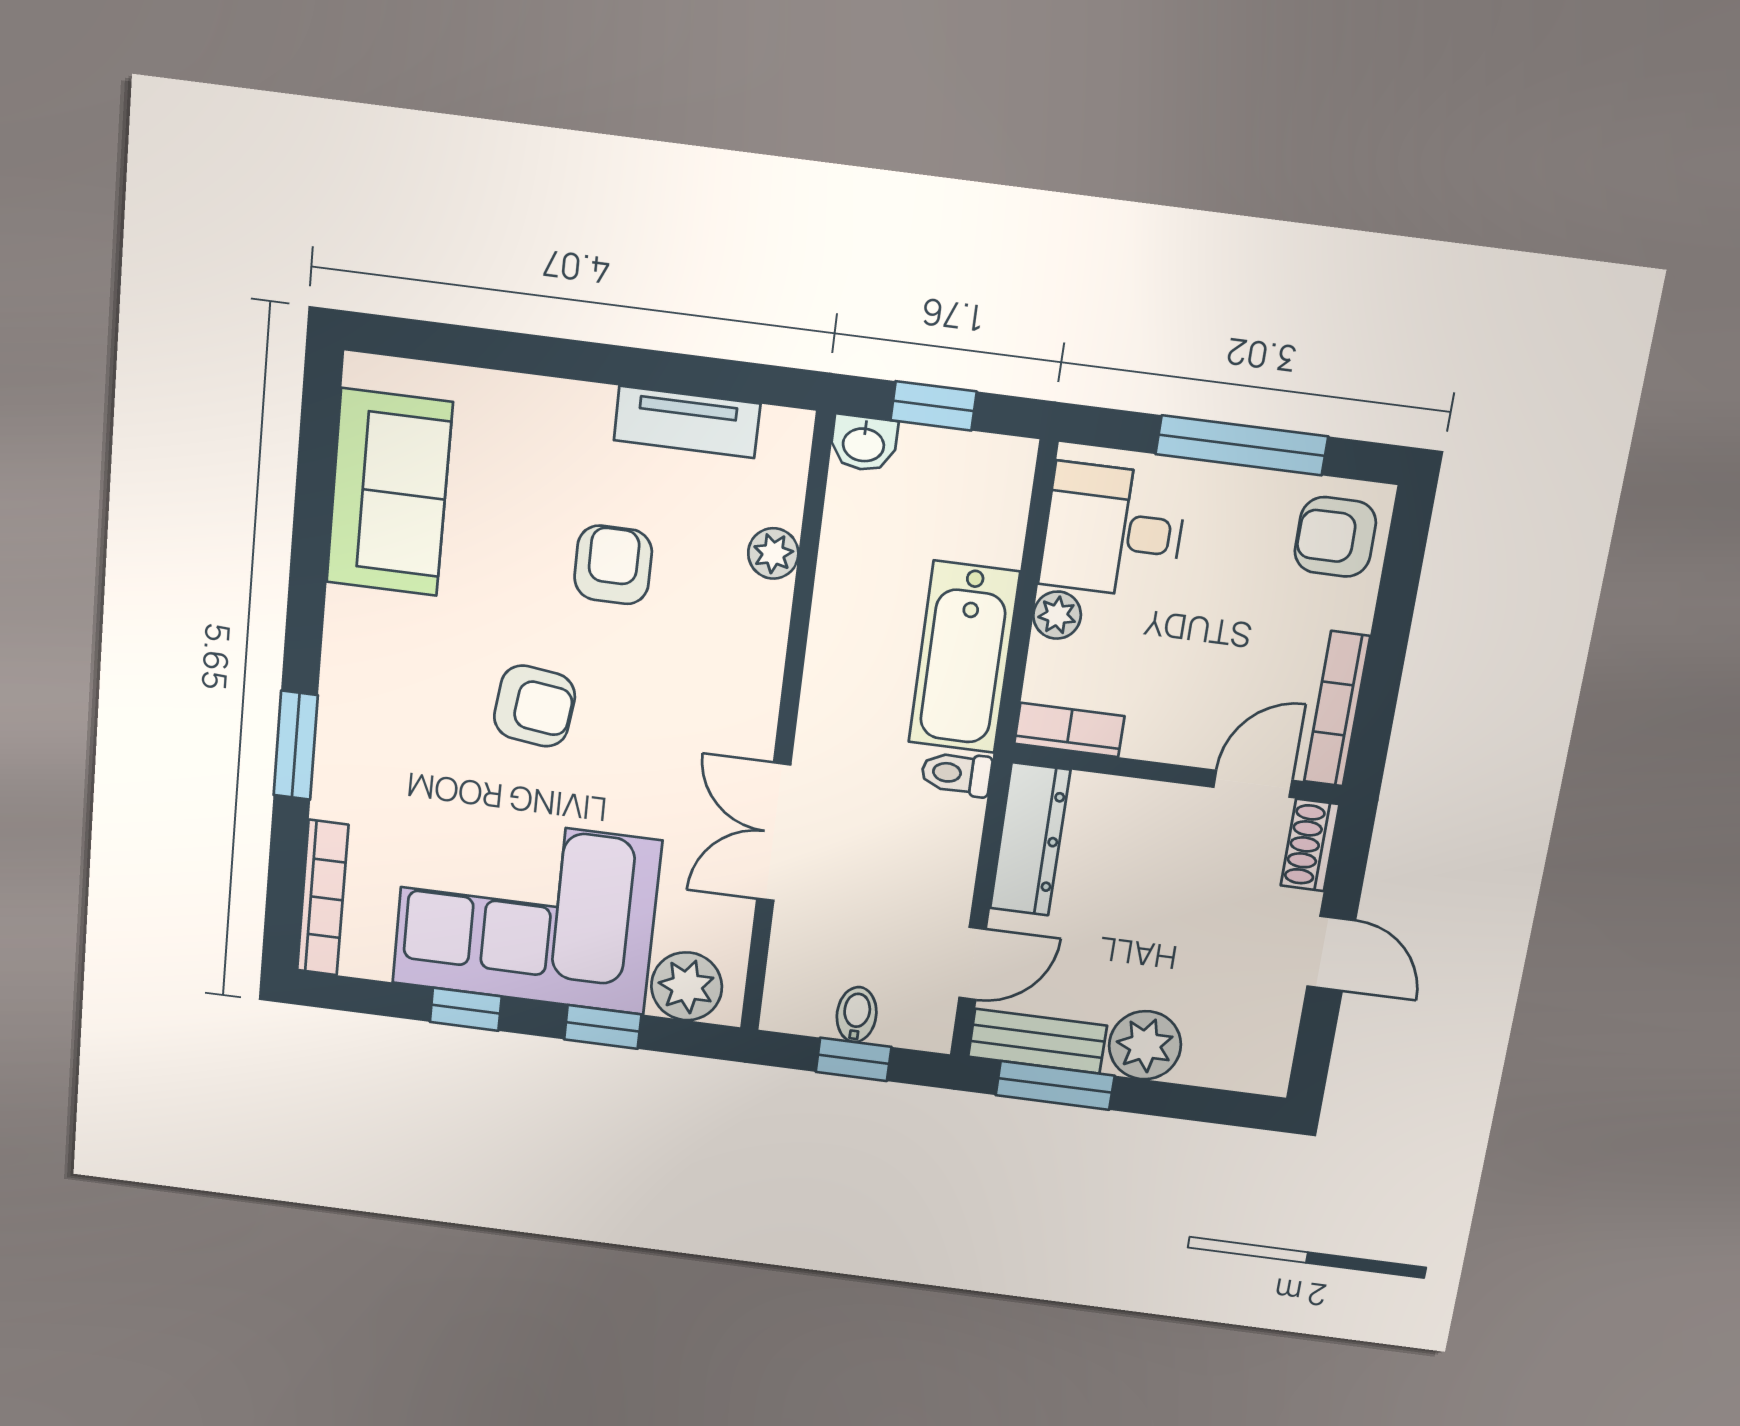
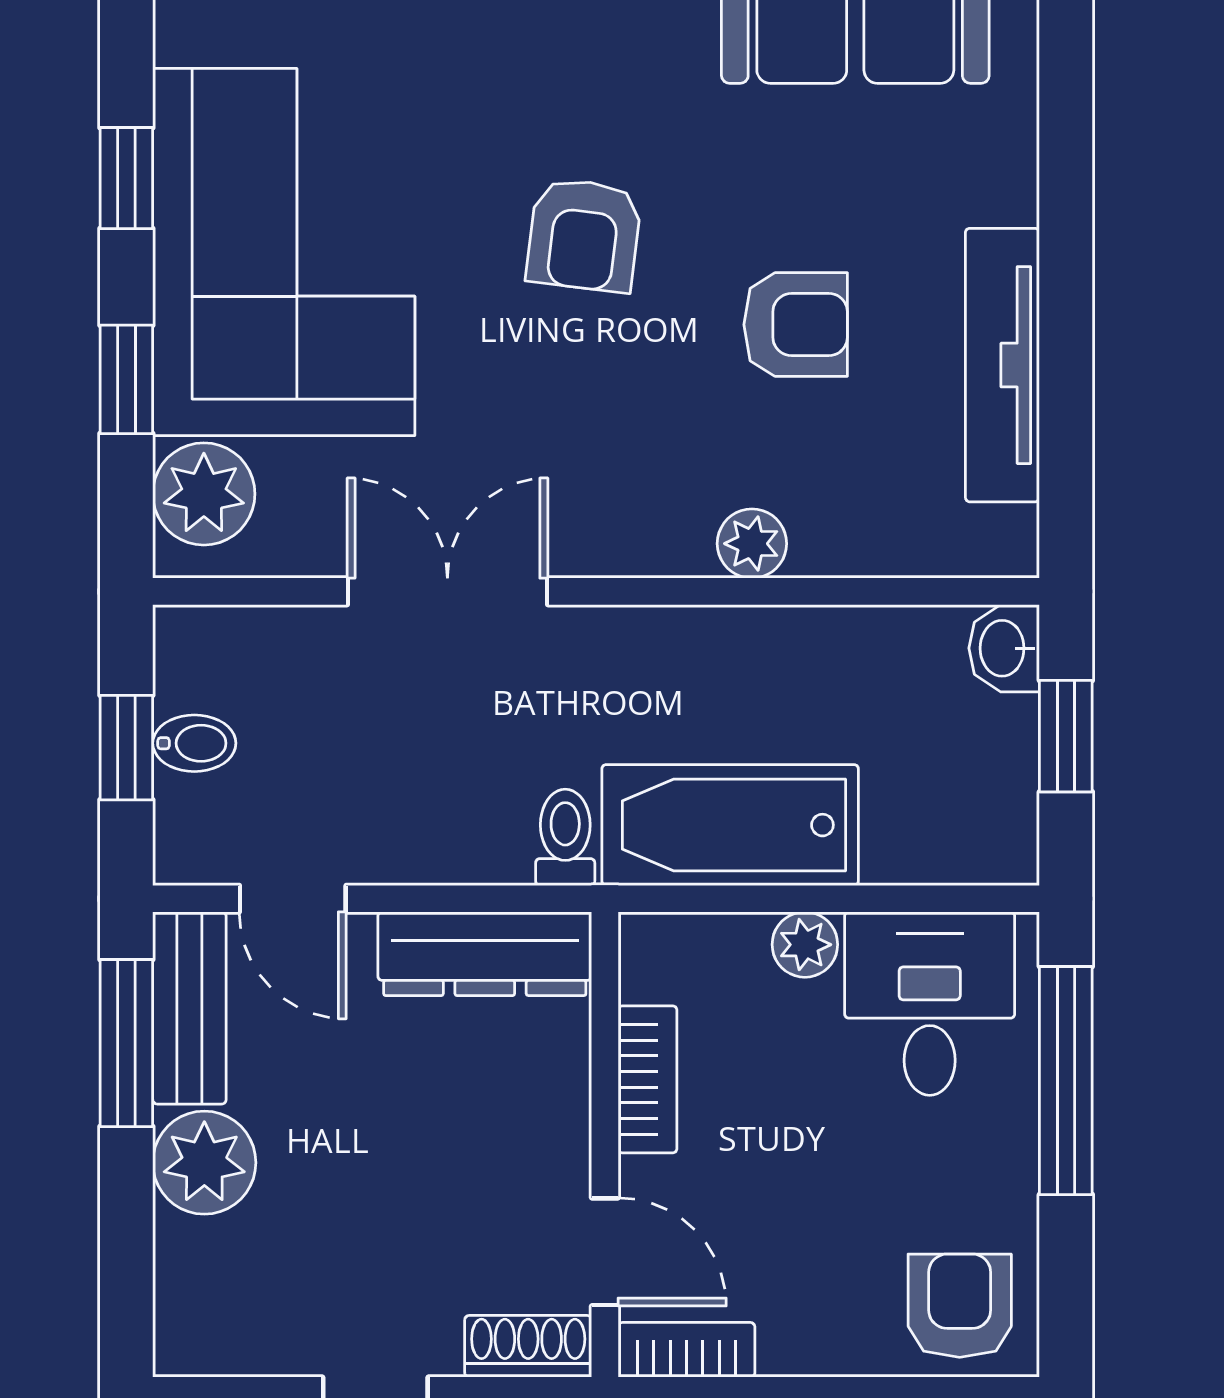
tv unit: (687, 422) -> (1002, 365), width x1.41
window: (1242, 445) -> (1066, 1081), moved
plant: (773, 553) -> (752, 544), moved
bookcase: (1337, 709) -> (686, 1350), width x0.64
bookcase: (1069, 730) -> (647, 1079), moved

